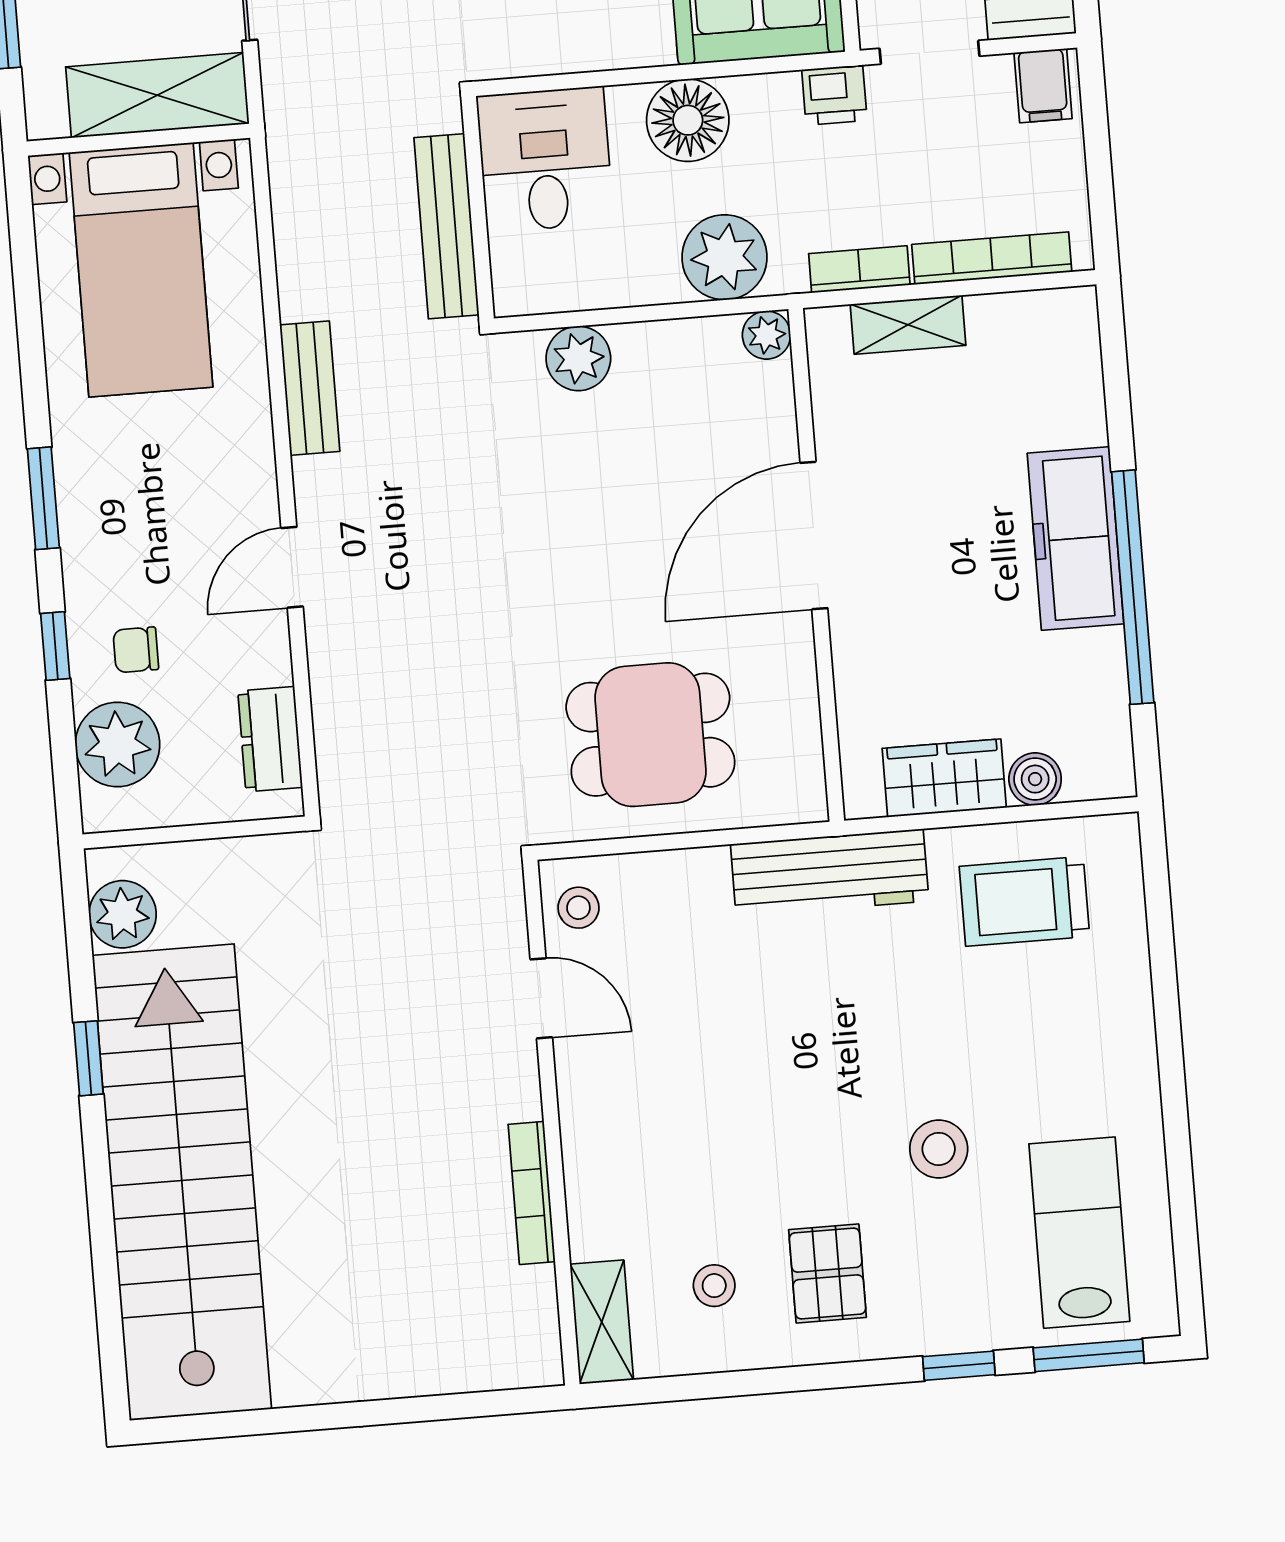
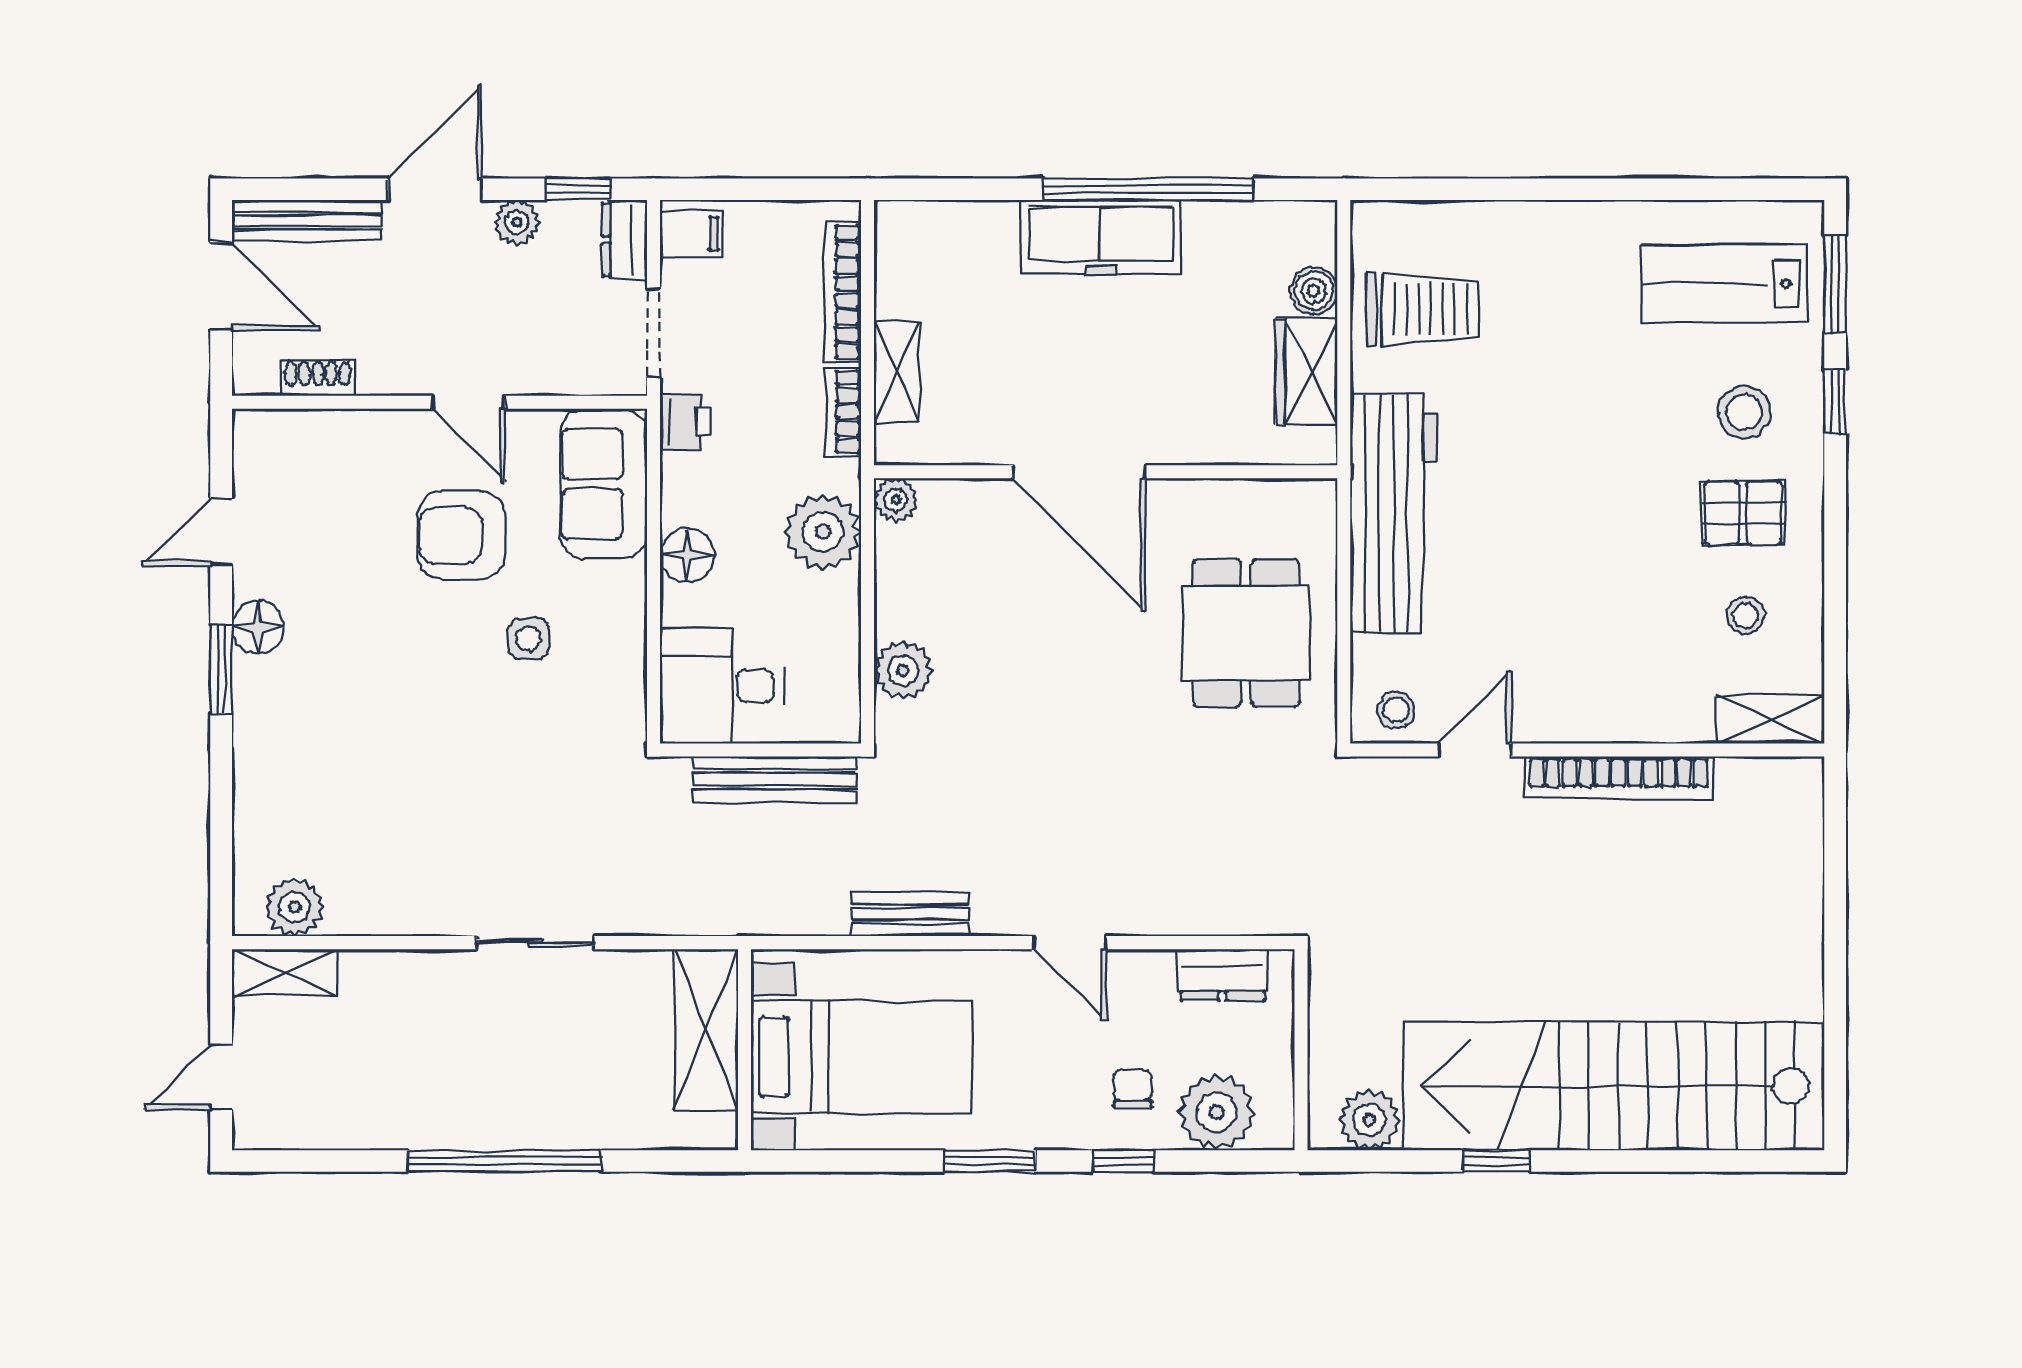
shelving: (157, 95) -> (706, 1029), moved
floor lamp: (688, 120) -> (687, 555), width x0.73, depth x0.73
wall: (138, 140) -> (744, 1050), moved
bed with nightstands: (141, 270) -> (861, 1057), moved
chair: (136, 650) -> (1133, 1089), turned 180
workbench: (830, 873) -> (1394, 514), width x1.36, depth x1.32
trolley: (1024, 901) -> (1423, 309), turned -90
stool: (939, 1149) -> (1744, 412), moved
bookcase: (532, 1193) -> (1619, 778), width x1.48, depth x1.31

